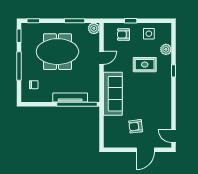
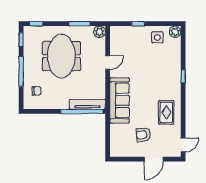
armchair: (124, 34) -> (131, 38), removed
plant: (166, 49) -> (175, 32), moved
meeting table: (57, 52) -> (61, 56), turned 90
rug: (145, 65) -> (166, 112), moved, turned 90
tv unit: (70, 97) -> (87, 104), moved
door: (174, 136) -> (183, 145), swing flipped

